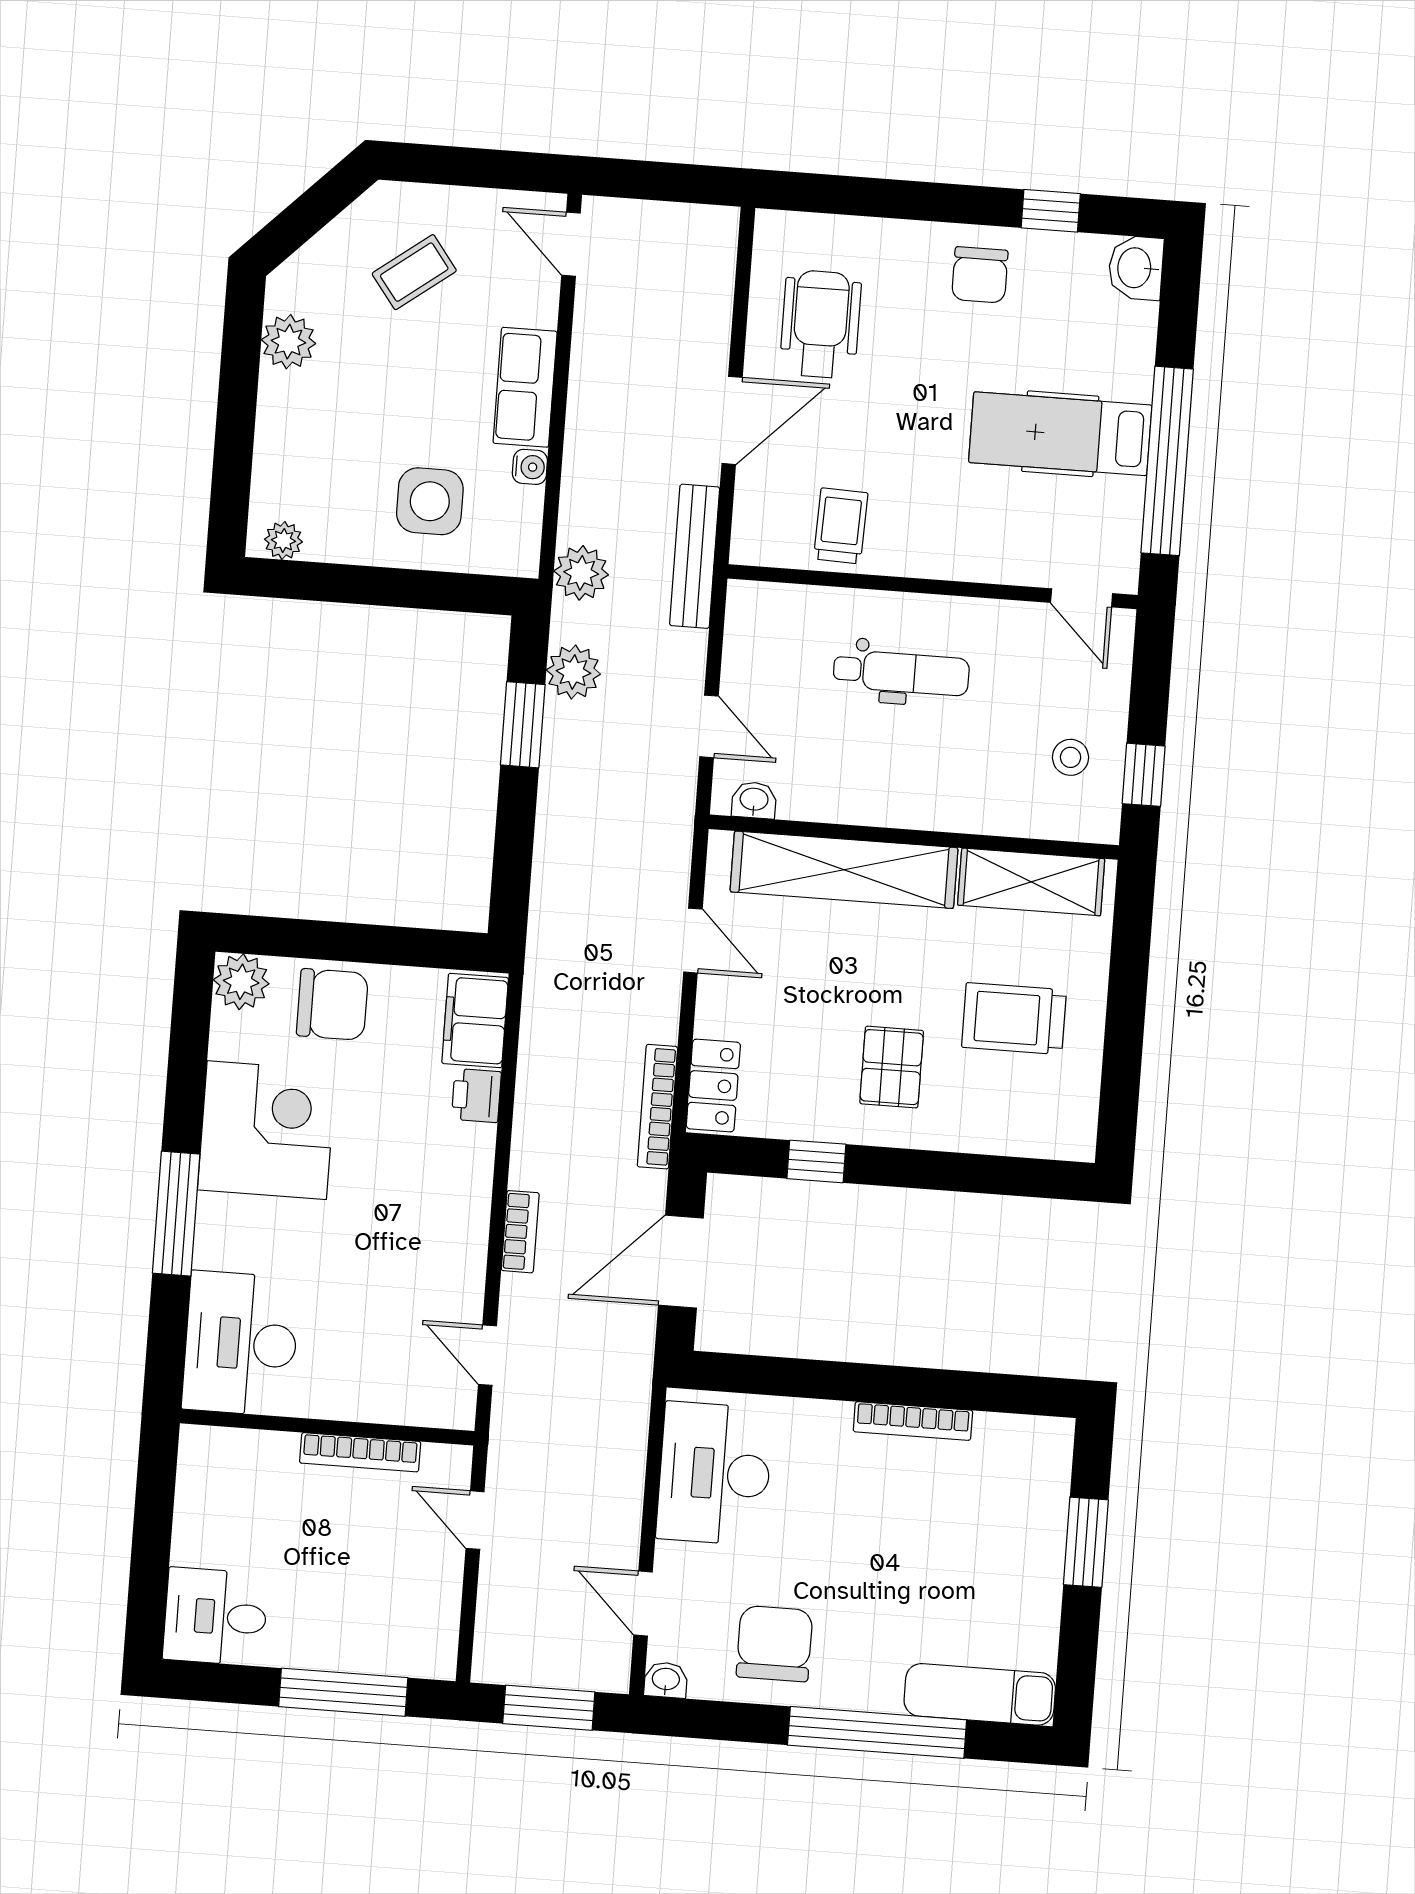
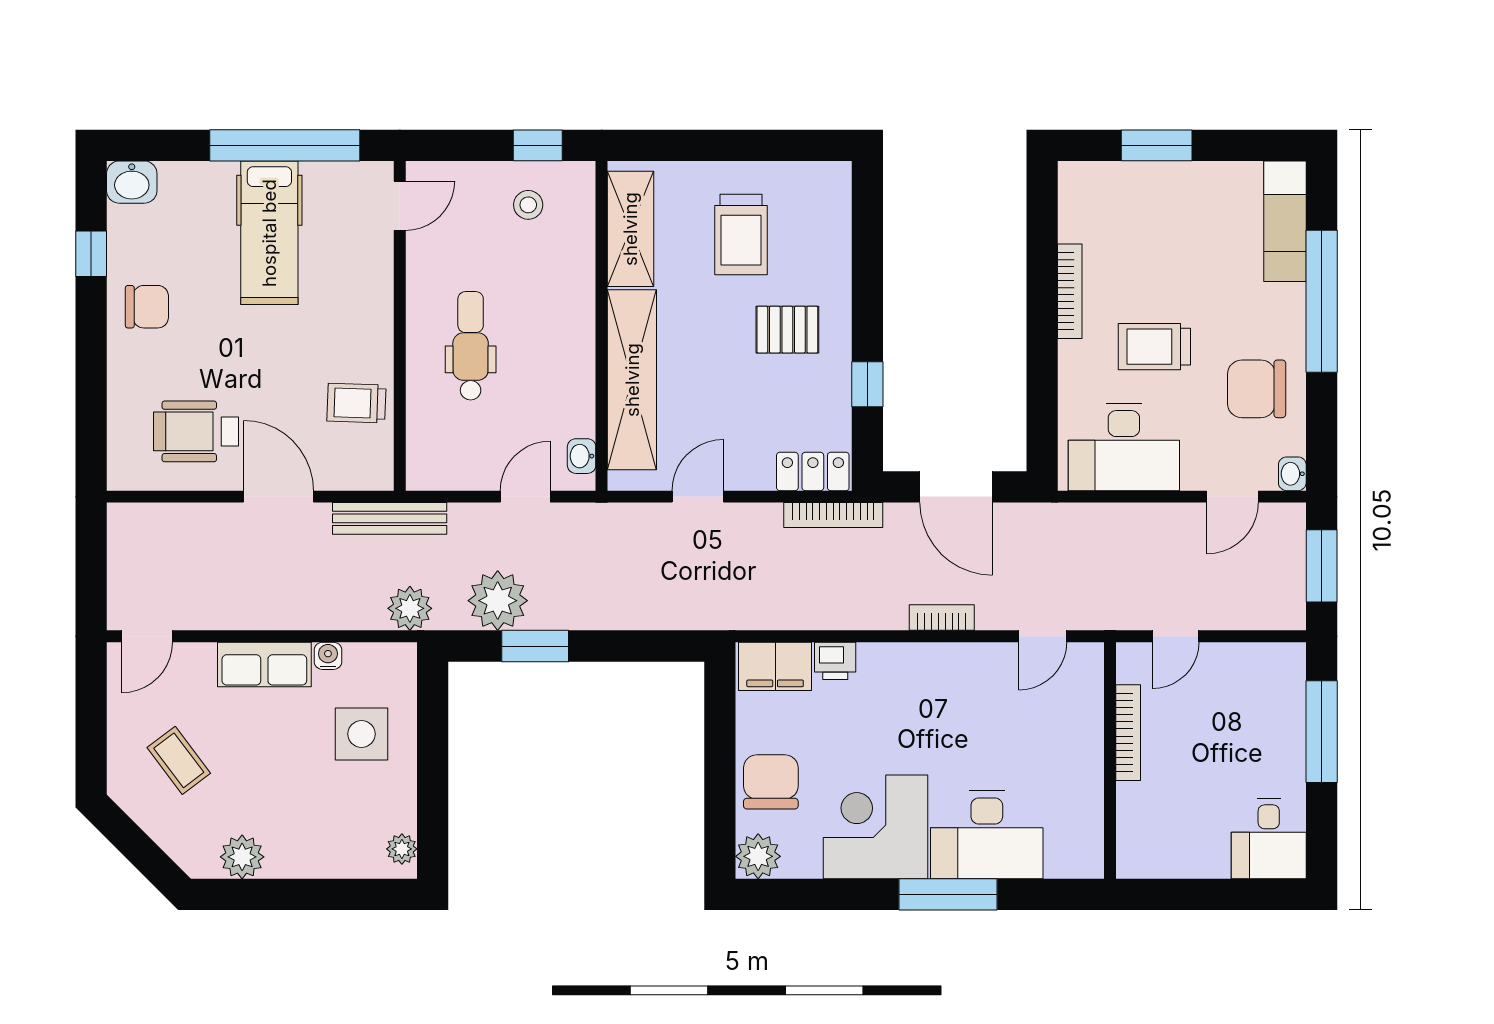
plant: (573, 672) -> (498, 601), width x1.36, depth x1.36
desk: (241, 1343) -> (987, 835), moved
trolley: (836, 1521) -> (1154, 347), added

